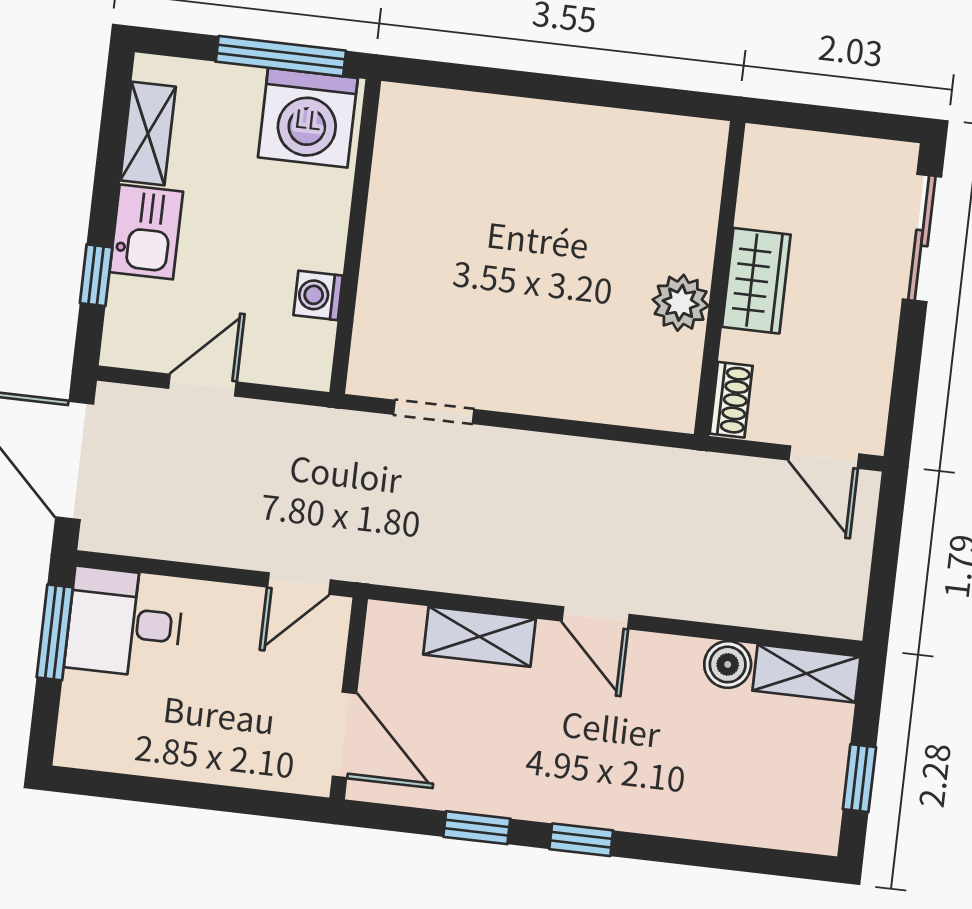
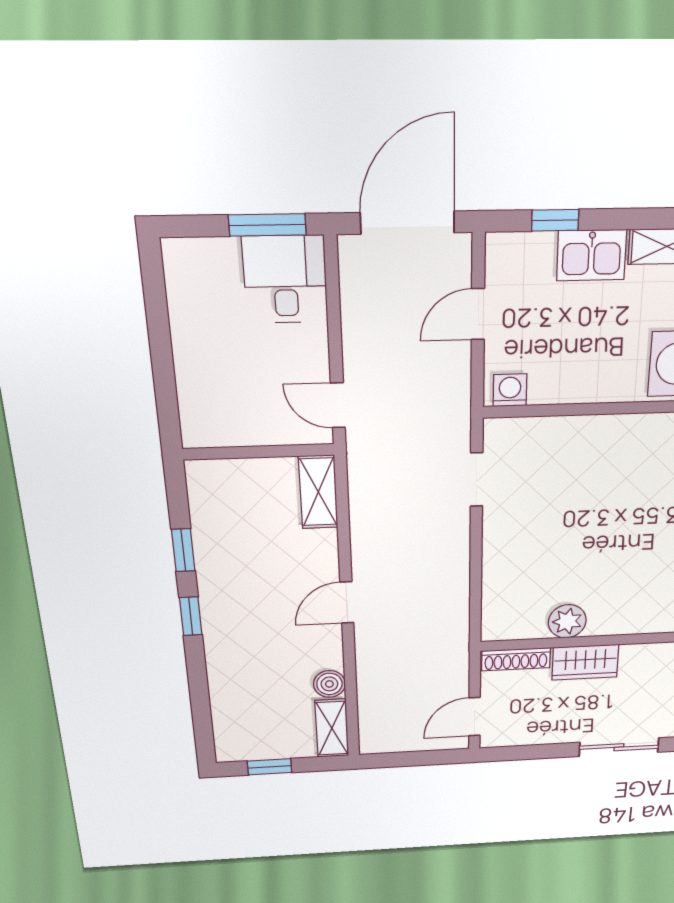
washing machine: (318, 295) -> (510, 390), moved
door: (202, 385) -> (478, 314), swing flipped
shoe rack: (731, 400) -> (516, 659), width x1.43
shelving: (479, 637) -> (318, 492), moved
door: (344, 735) -> (231, 453), removed

